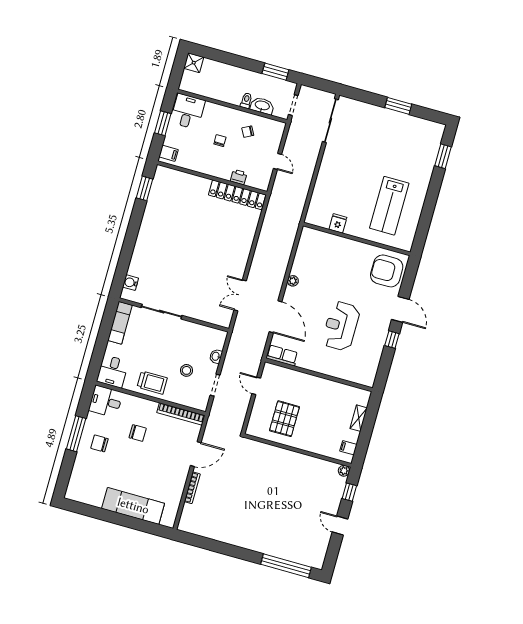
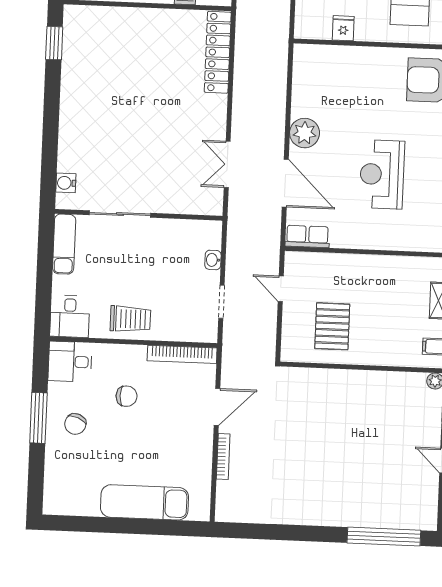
locker: (237, 195) -> (218, 52), moved, turned 90
plant: (293, 281) -> (305, 133), width x1.88, depth x1.88
stool: (186, 370) -> (175, 290), removed
chair: (99, 443) -> (75, 424), turned -68

